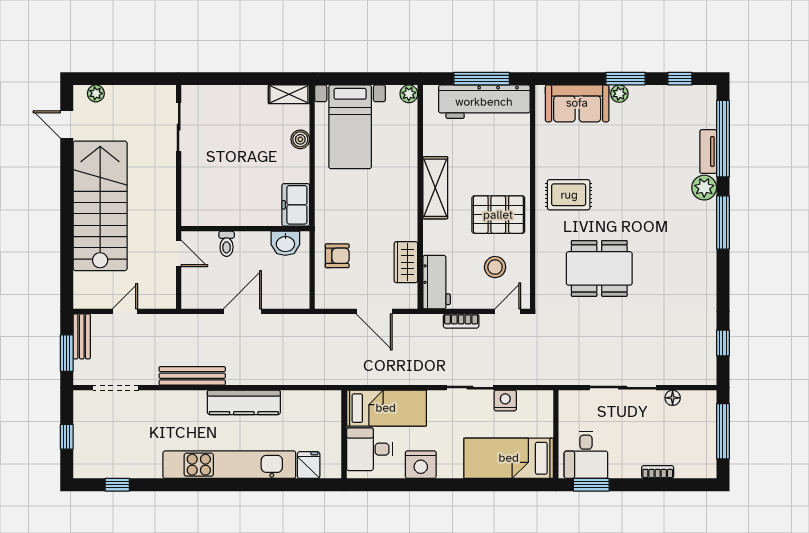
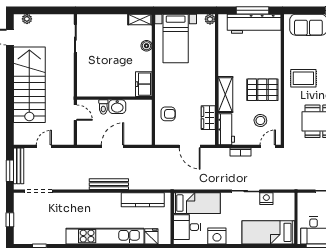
shelving: (435, 188) -> (225, 95), moved
washbasin: (285, 243) -> (117, 107), moved
bench: (82, 336) -> (19, 166), width x1.36
bench: (192, 376) -> (109, 184), moved
kitchen counter: (244, 402) -> (143, 200), moved

